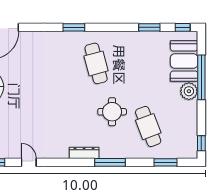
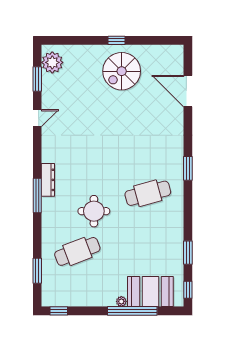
plant: (189, 91) -> (121, 301), width x0.53, depth x0.53
window: (110, 162) -> (37, 195), moved

